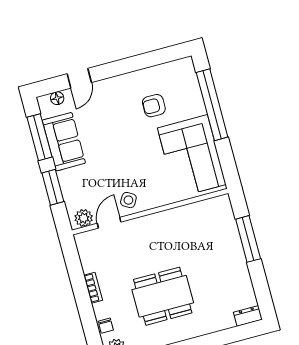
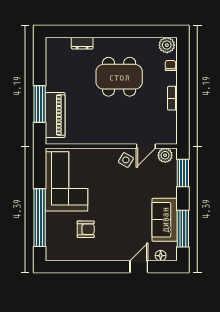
window: (53, 187) -> (183, 173), moved
piano: (226, 231) -> (55, 115), added
dresser: (248, 316) -> (82, 43), moved

